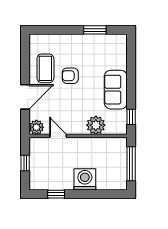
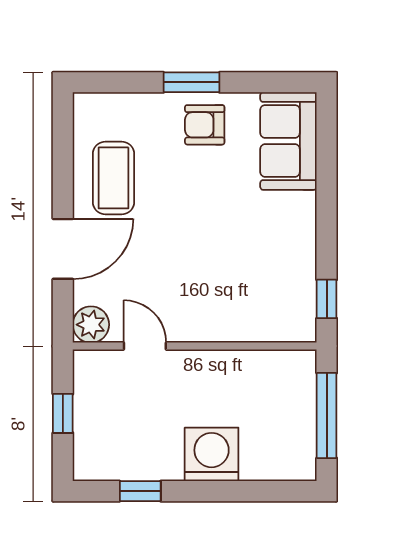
window: (95, 30) -> (192, 82), moved
armchair: (70, 76) -> (205, 125), moved
sofa: (116, 90) -> (288, 141), moved
plant: (96, 125) -> (239, 319), removed

